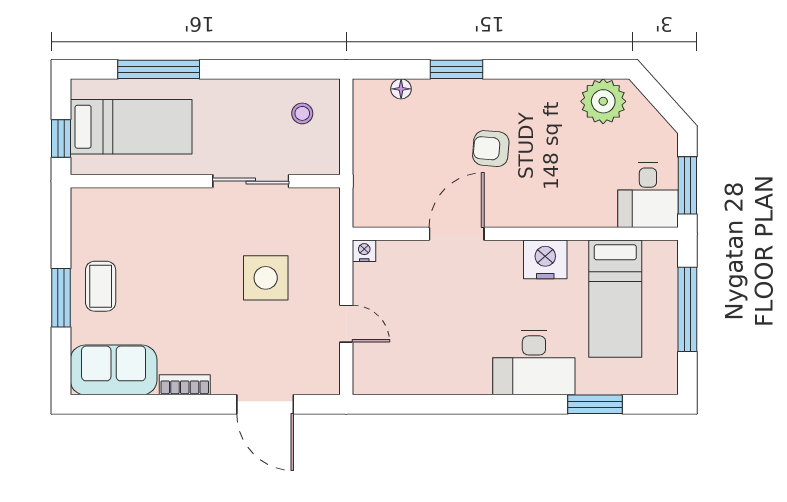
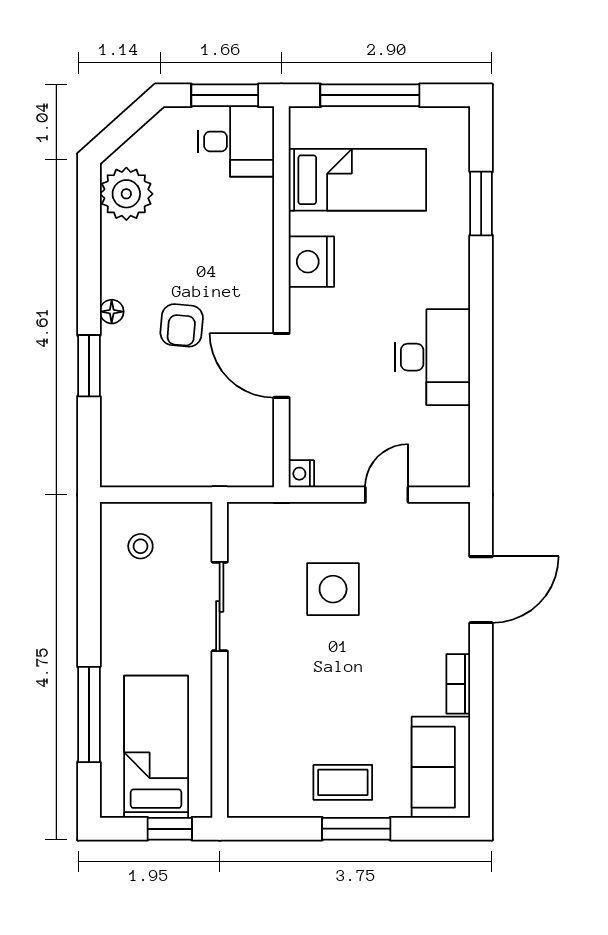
floor lamp: (401, 89) -> (112, 312), moved
desk: (534, 363) -> (432, 357), moved

